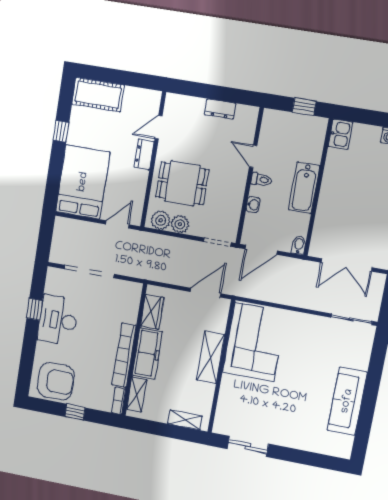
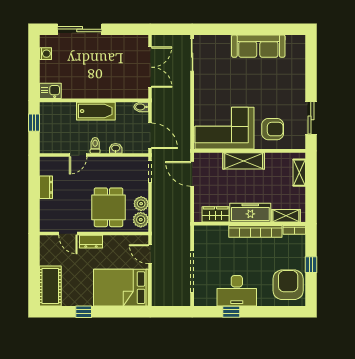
armchair: (243, 399) -> (273, 129), added

